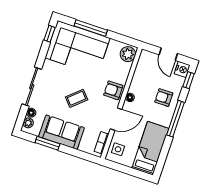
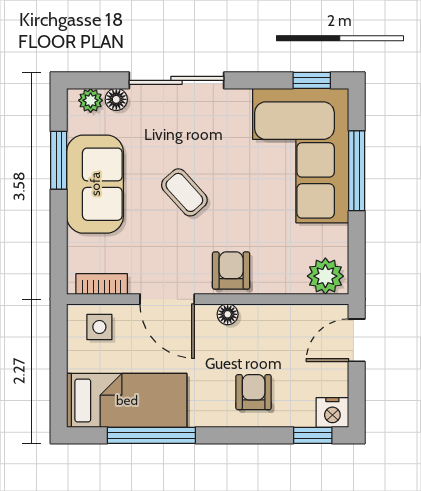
door: (168, 54) -> (357, 340), moved
window: (175, 119) -> (151, 435), moved

